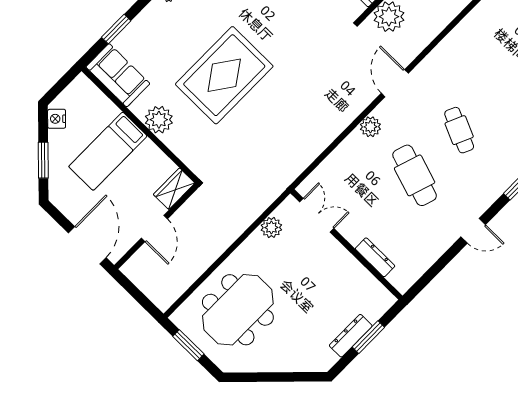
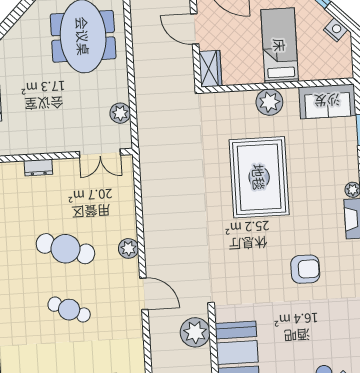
dresser: (375, 257) -> (38, 168), width x0.70

